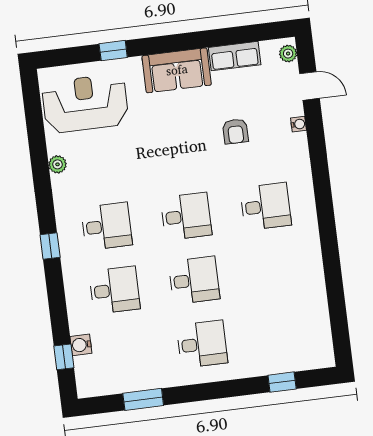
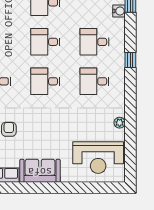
window: (113, 51) -> (77, 188), removed
window: (50, 246) -> (130, 60), moved

